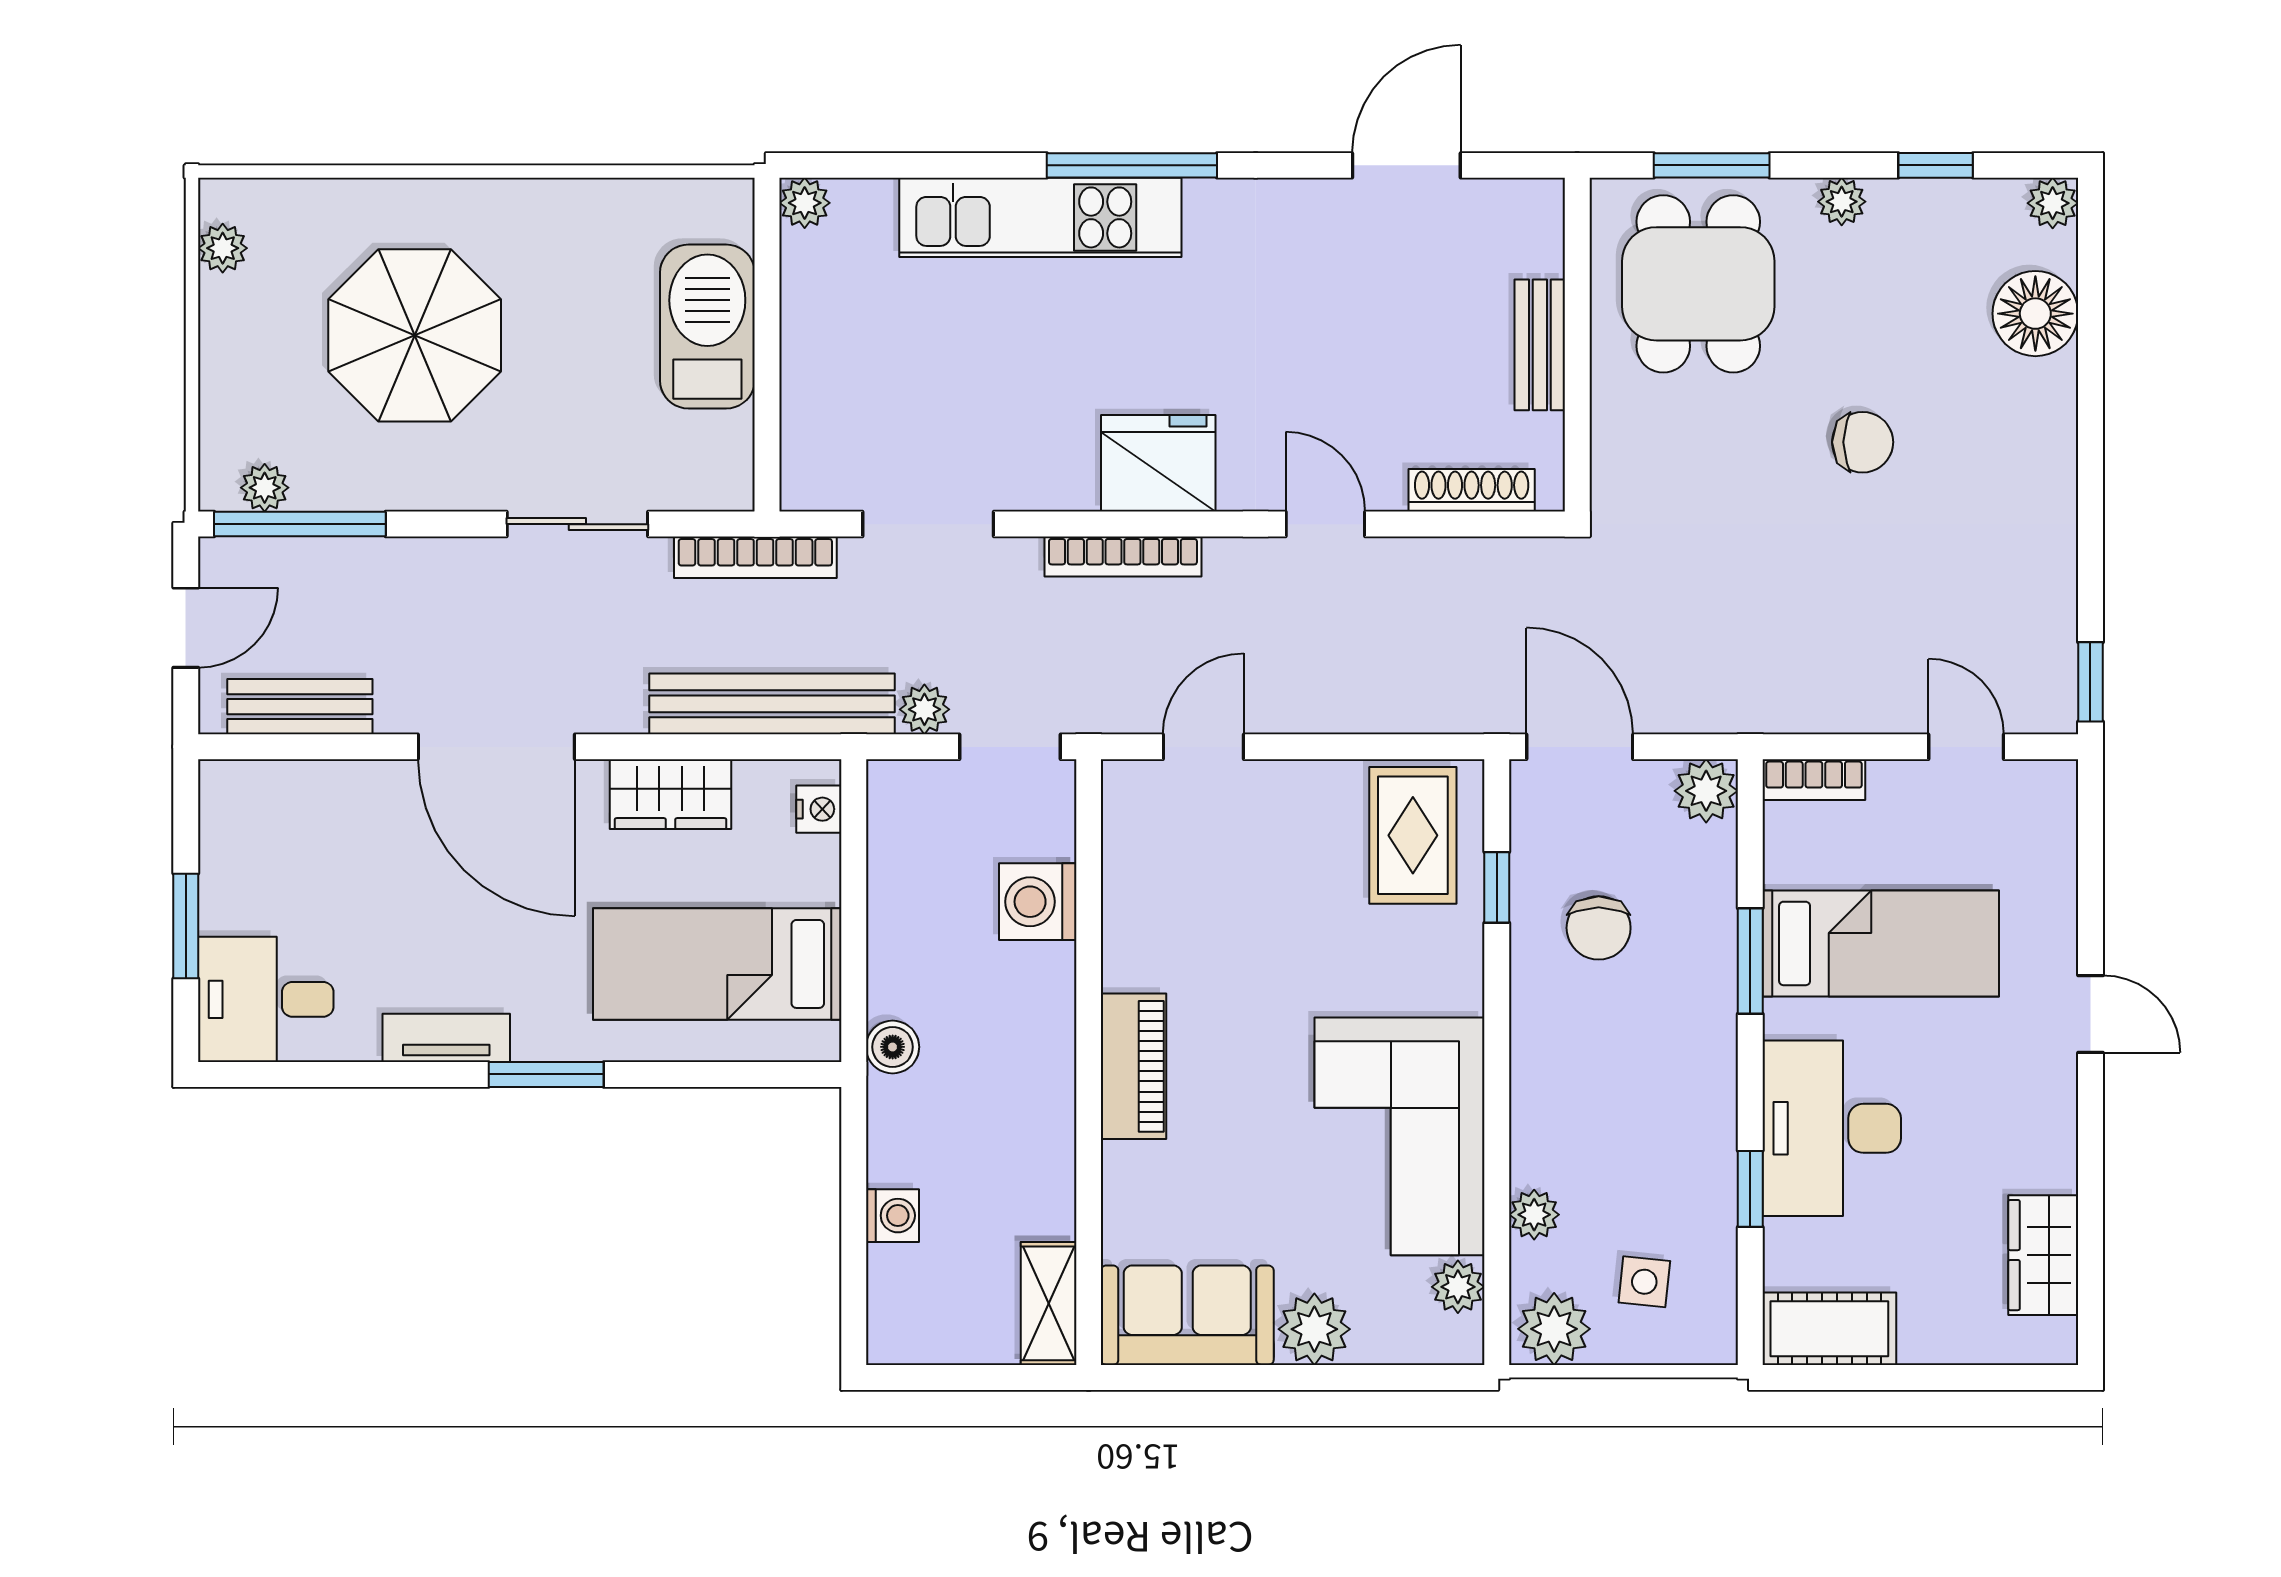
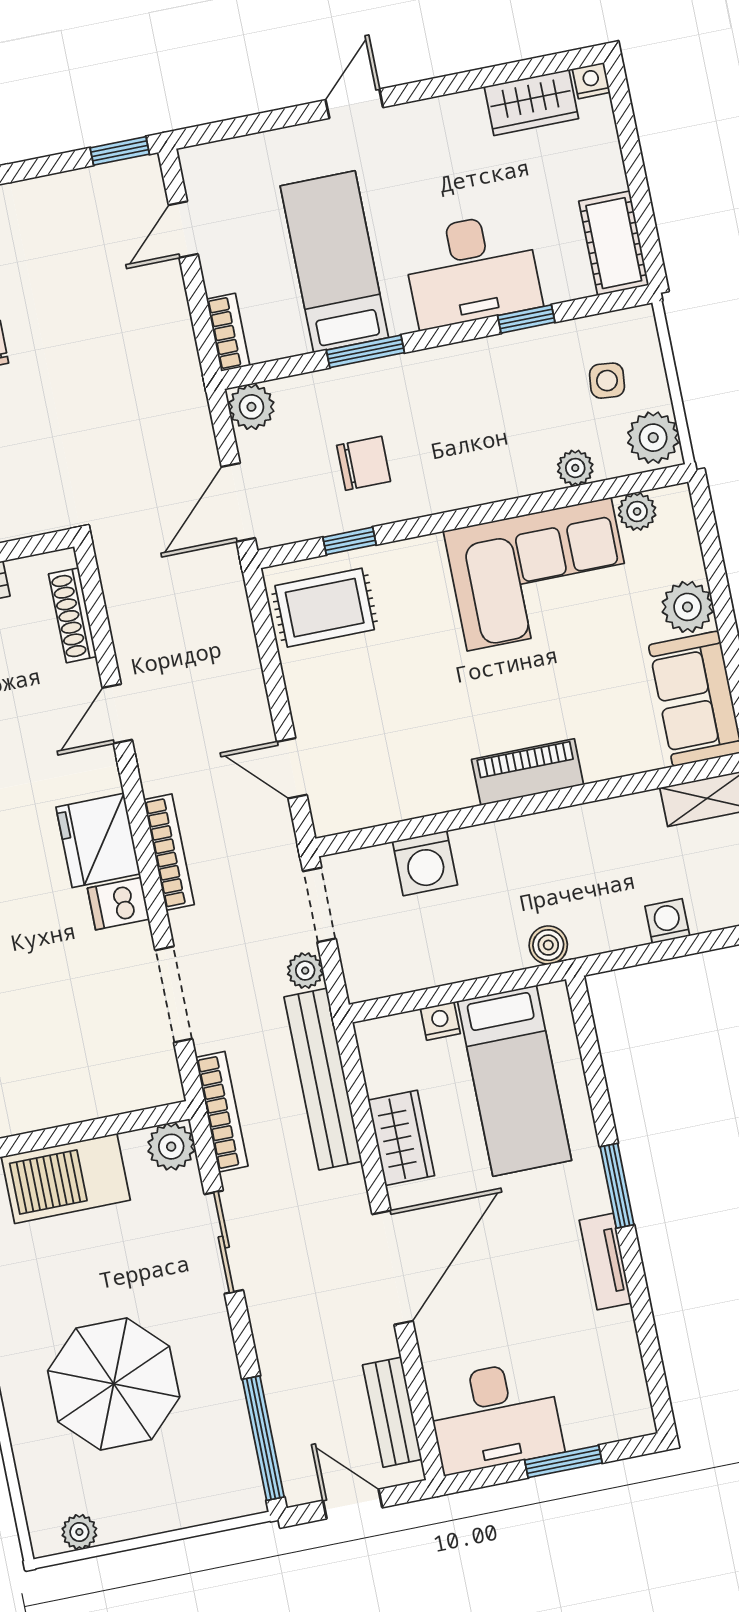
dishwasher: (1067, 474) -> (118, 904), added
plant: (265, 488) -> (171, 1147), moved, width x1.38, depth x1.38
nightstand: (819, 809) -> (440, 1021), moved
desk: (266, 999) -> (495, 1417), moved, width x1.37
nightstand: (2057, 1343) -> (591, 81), added

